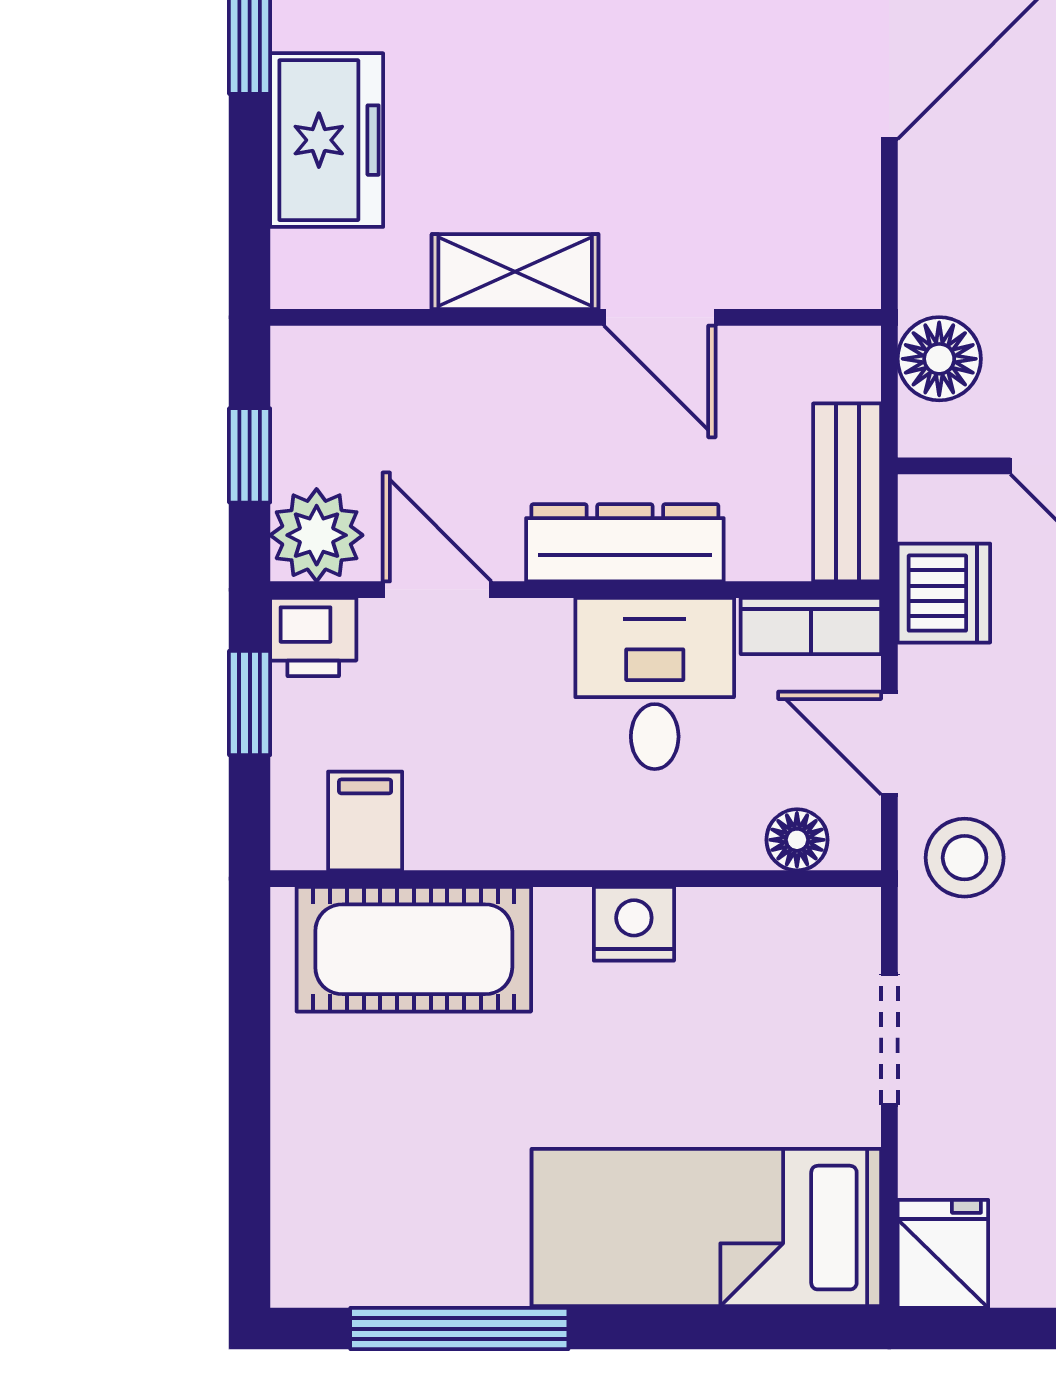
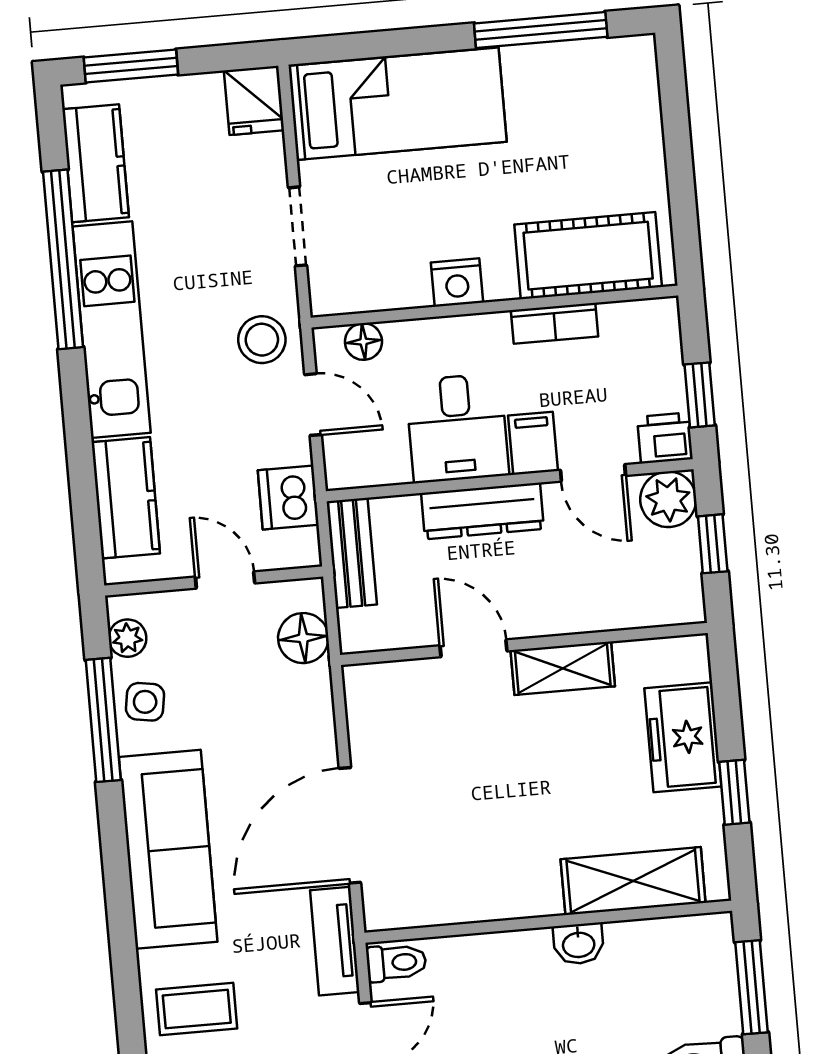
bookcase: (811, 626) -> (554, 323), moved, turned 180
filing cabinet: (365, 821) -> (533, 443), moved, turned 180

